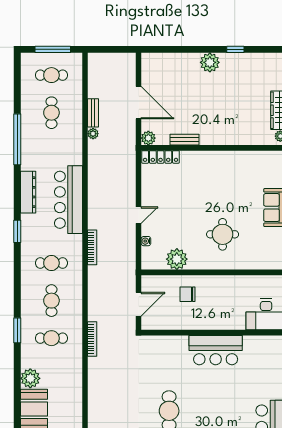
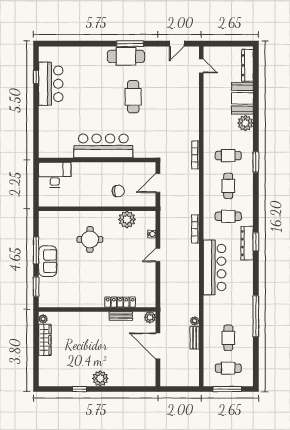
locker: (161, 157) -> (120, 302), moved
dresser: (28, 192) -> (247, 243), moved
bar counter: (216, 350) -> (103, 146), width x1.36

